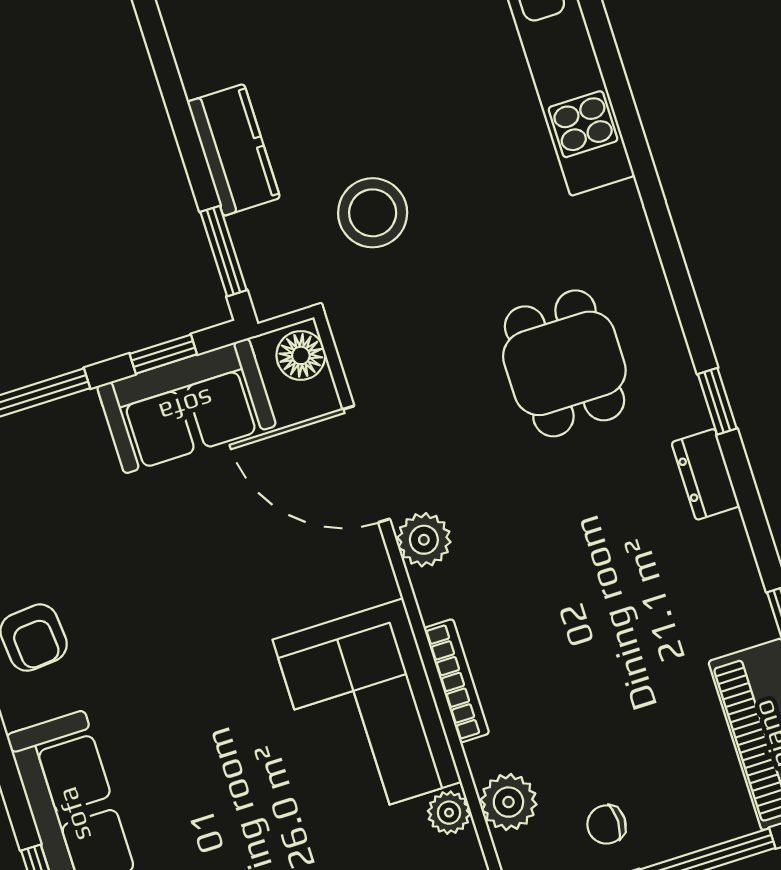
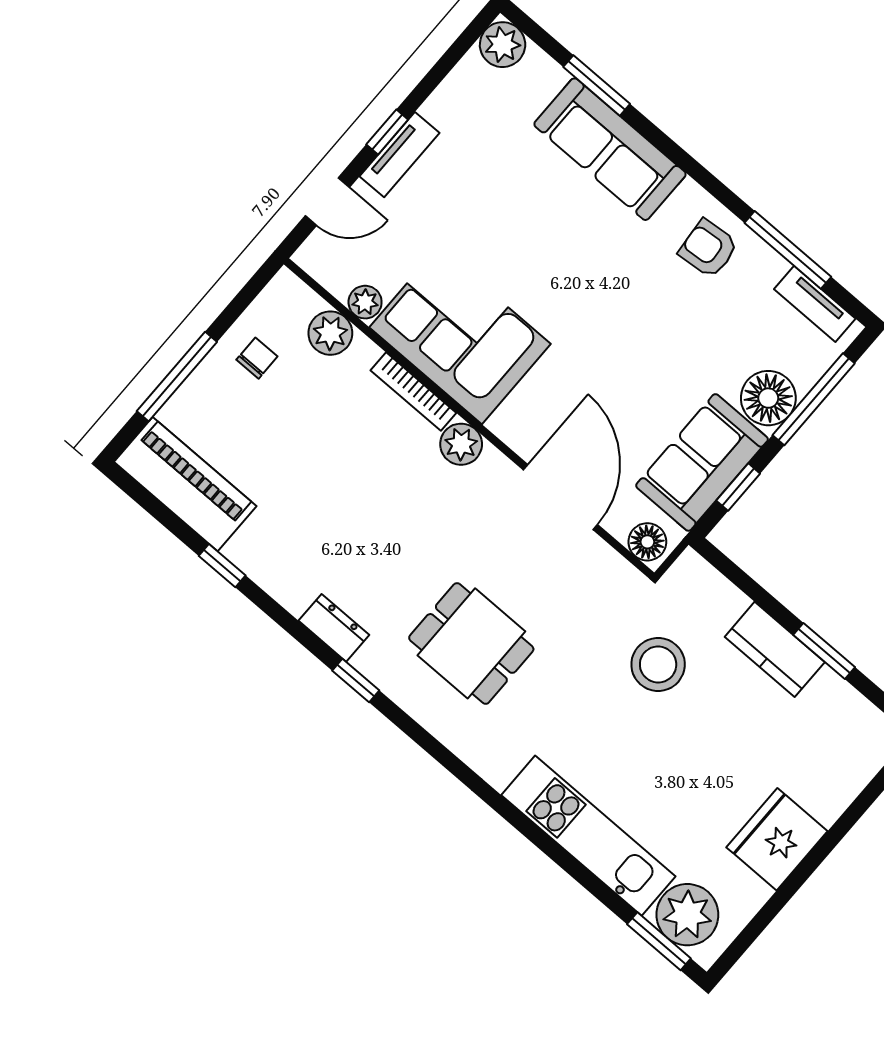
window: (223, 251) -> (824, 651), moved
floor lamp: (69, 432) -> (768, 398), added
door: (366, 464) -> (560, 497), hinge flipped
plant: (424, 540) -> (461, 444), moved

